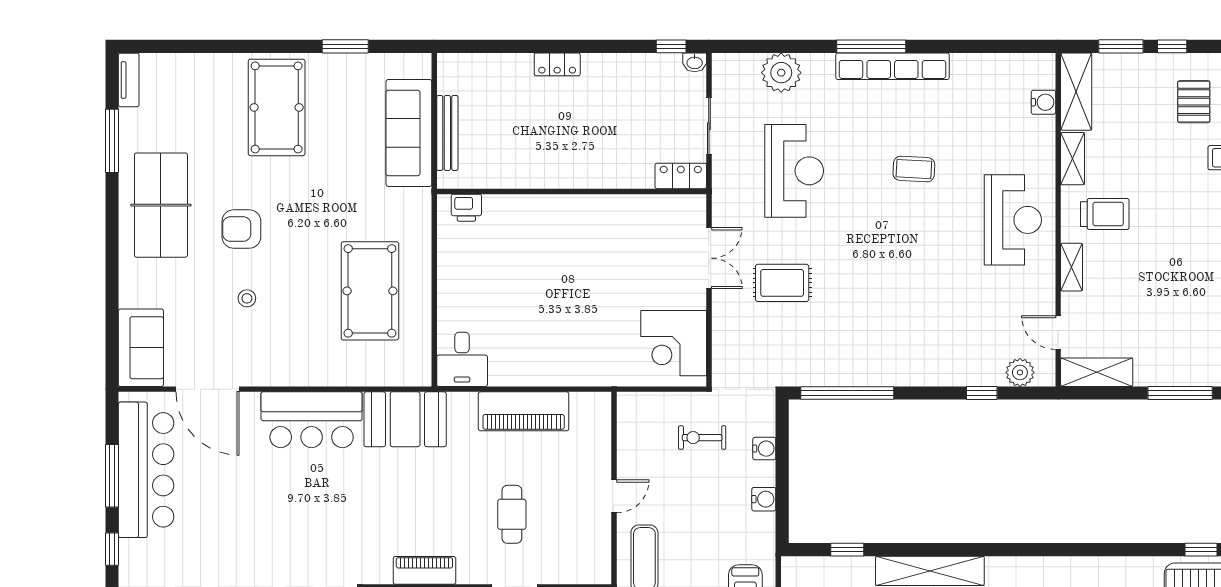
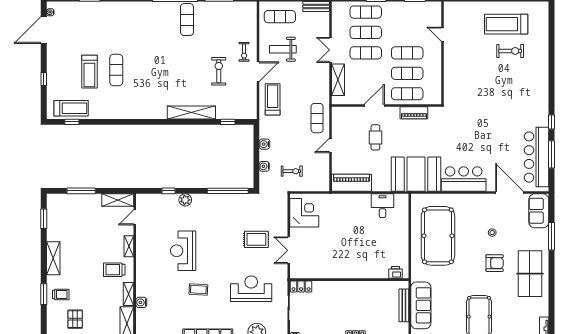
water cooler: (1043, 102) -> (141, 302), moved
window: (112, 141) -> (552, 236), moved
reception desk: (794, 171) -> (251, 289), turned 90
reception desk: (1013, 220) -> (183, 251), moved
pool table: (370, 291) -> (438, 236), width x1.36, depth x1.32
door: (1058, 333) -> (135, 217), swing flipped
desk: (462, 359) -> (383, 206), moved
plant: (1020, 372) -> (185, 200), moved
piano: (524, 411) -> (351, 183), moved
booth: (405, 419) -> (416, 174), width x1.36, depth x1.42

